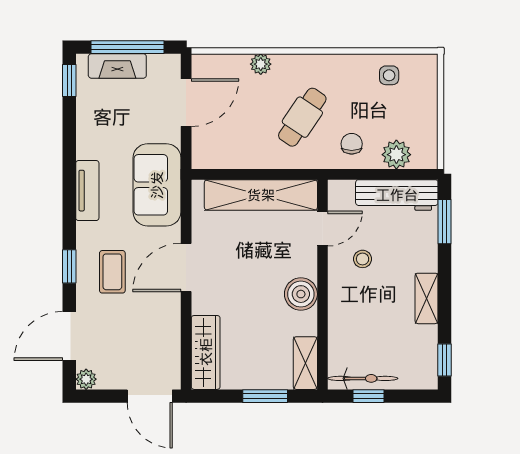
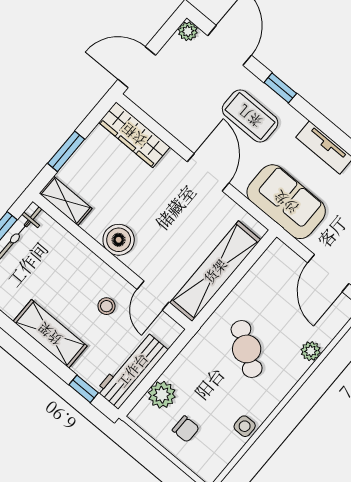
side table: (389, 75) -> (245, 426), moved
chair: (352, 144) -> (186, 429), moved
window: (445, 222) -> (84, 389), width x0.67
coffee table: (112, 272) -> (250, 116), width x1.36, depth x1.30
shelving: (427, 298) -> (50, 334), width x1.50, depth x1.33

